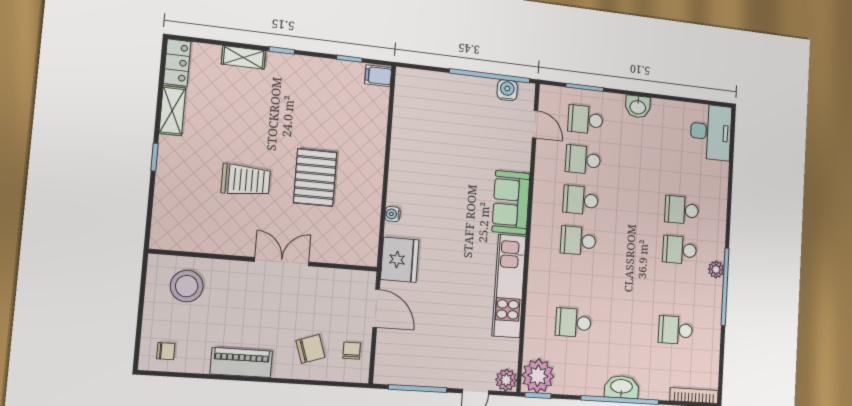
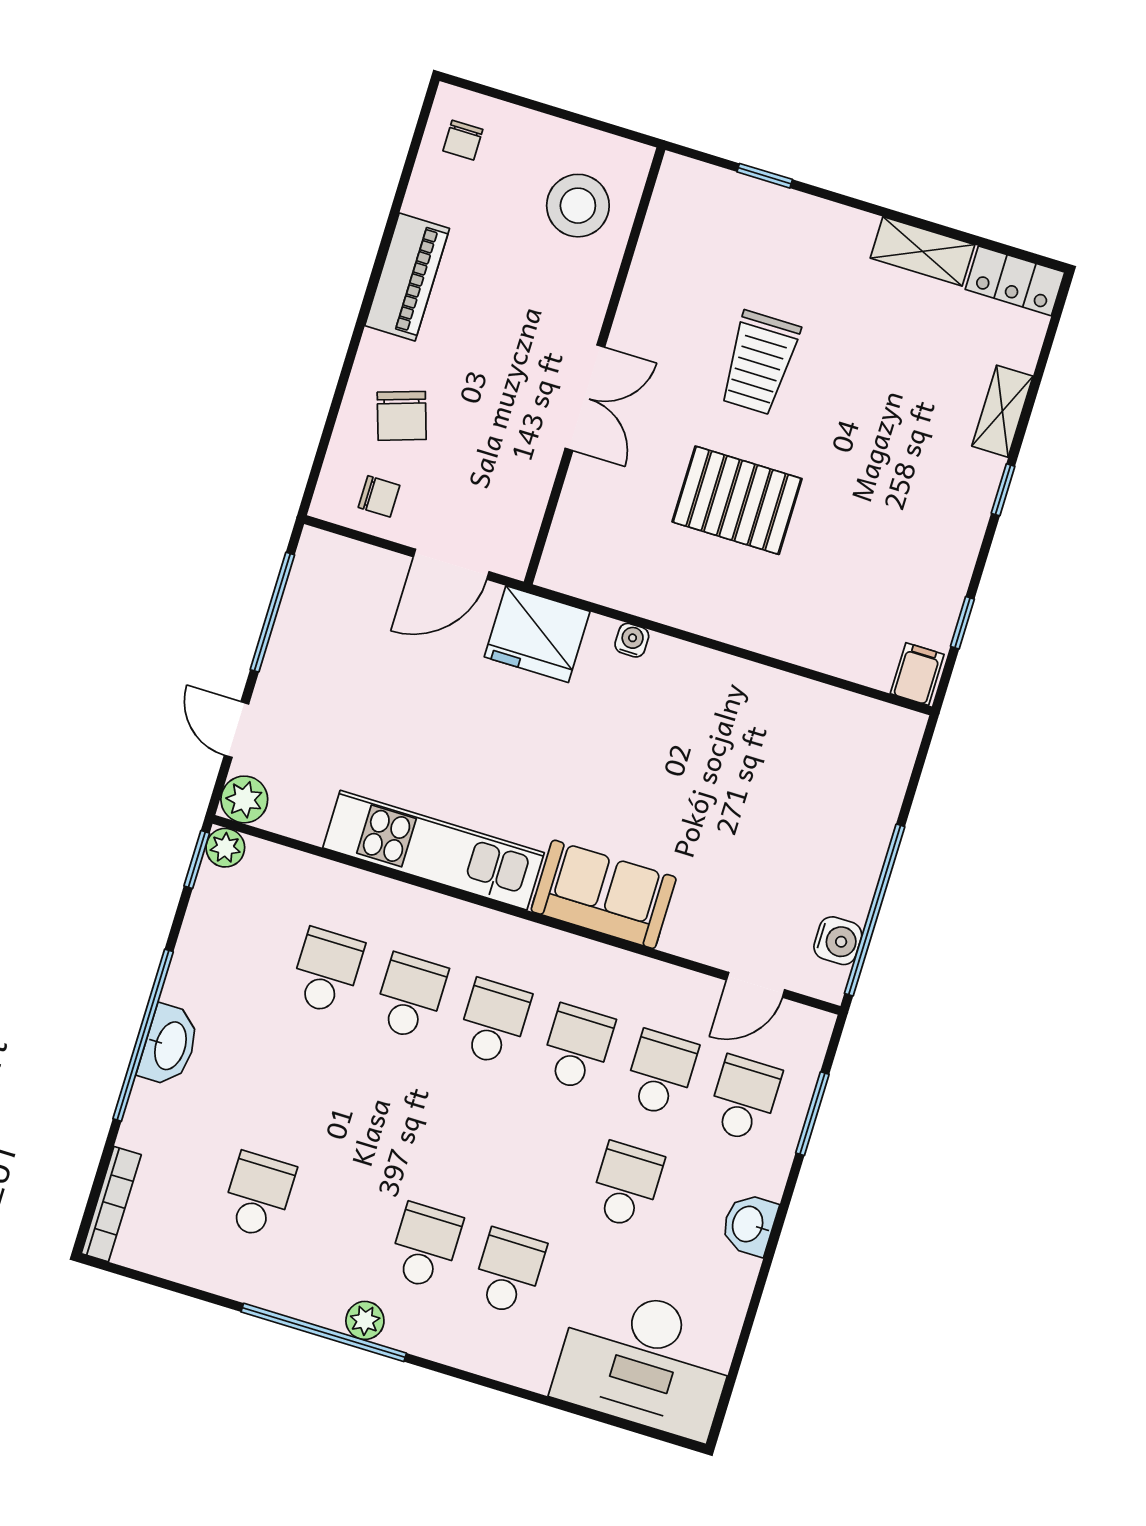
desk: (711, 132) -> (645, 1361), width x1.36, depth x1.30
window: (154, 157) -> (765, 176), moved
school desk: (634, 165) -> (626, 1185), added
school desk: (576, 282) -> (410, 997), added
plant: (538, 376) -> (225, 848), width x0.53, depth x0.53

